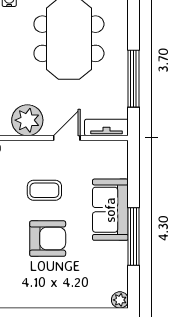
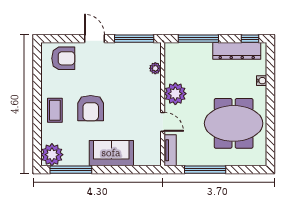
coffee table: (44, 190) -> (55, 110), moved
window: (134, 236) -> (71, 170), moved
plant: (120, 300) -> (52, 155), width x1.87, depth x1.87

